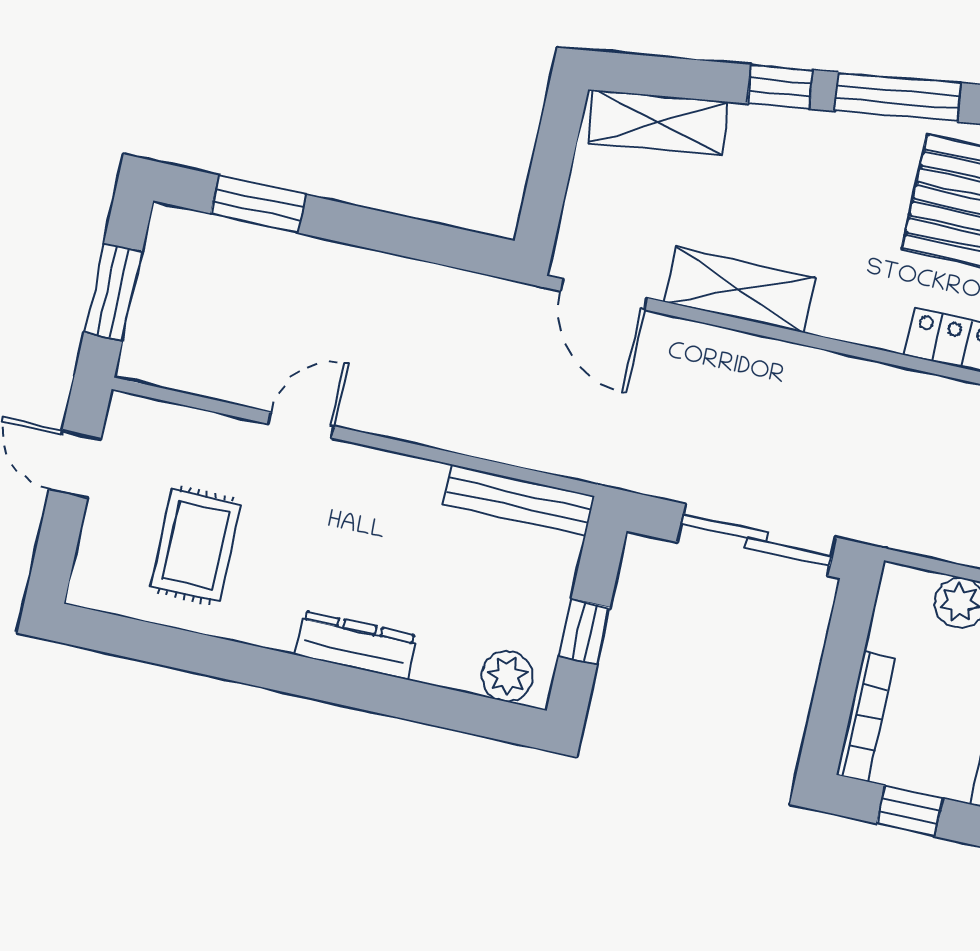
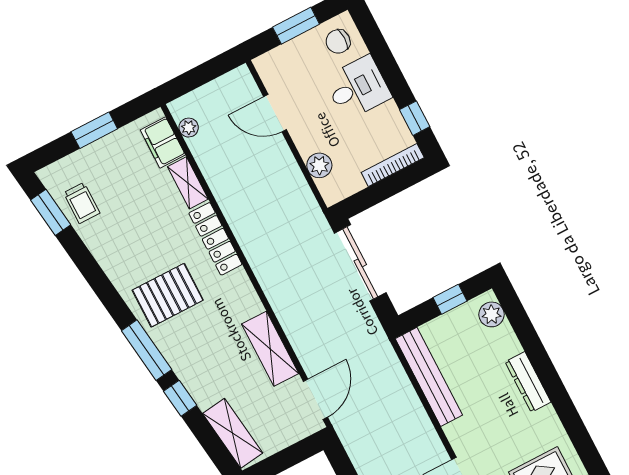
bench: (519, 500) -> (429, 377), width x1.37, depth x1.21

